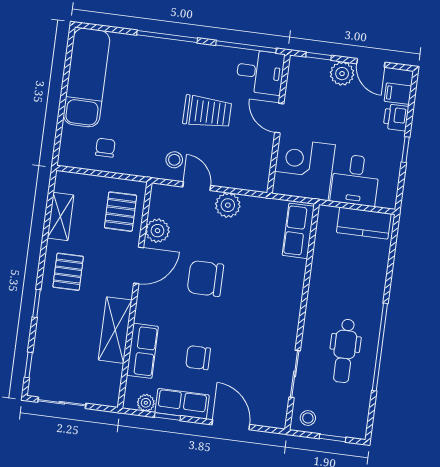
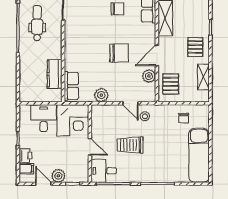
plant: (228, 205) -> (101, 95), moved
kitchen counter: (364, 223) -> (55, 74), moved, turned -90

